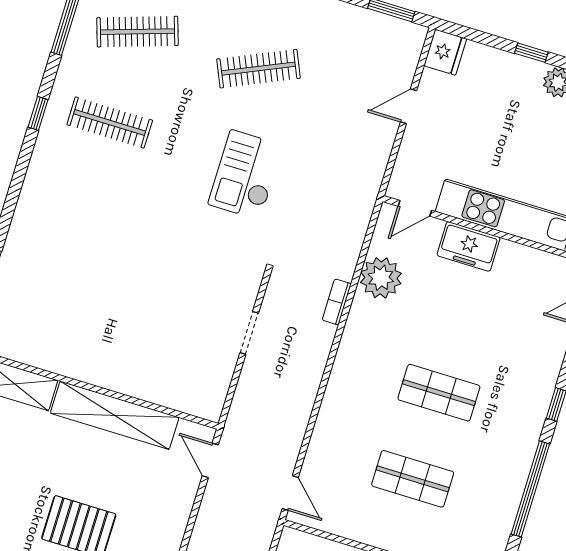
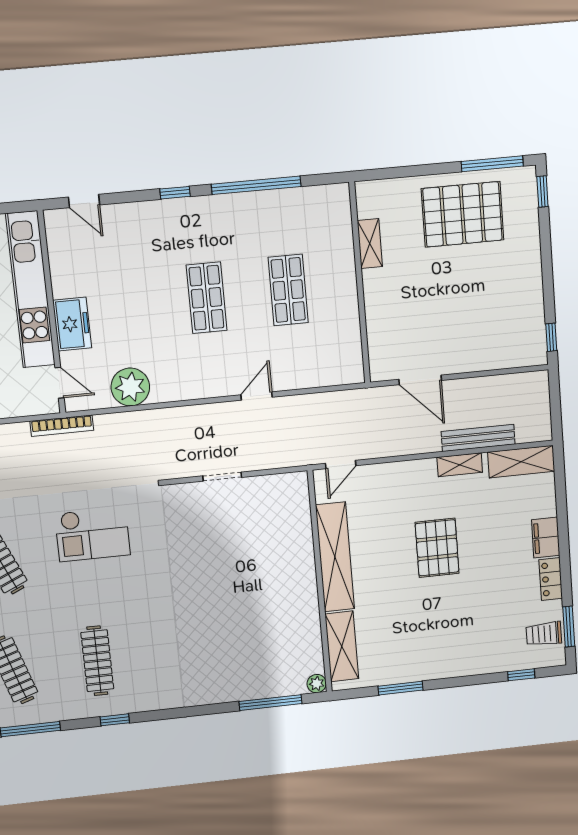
bookcase: (337, 302) -> (62, 426), moved, width x1.56
door: (290, 493) -> (257, 396), moved

